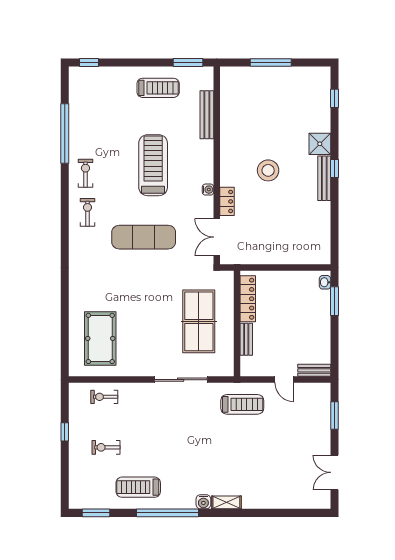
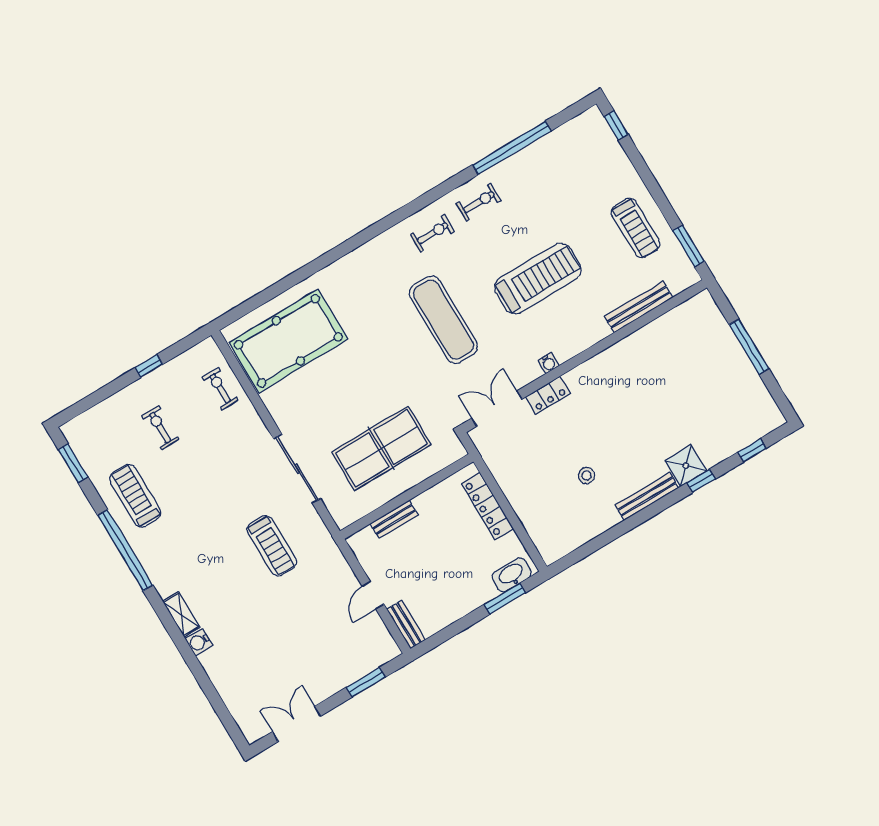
window: (334, 169) -> (701, 481), moved
stool: (268, 170) -> (587, 476), moved, width x0.53, depth x0.53
washbasin: (325, 282) -> (512, 575), width x1.91, depth x1.45
locker: (248, 299) -> (488, 506), moved, turned 90
pool table: (100, 338) -> (288, 341), width x1.36, depth x1.32
treadmill: (242, 404) -> (272, 546), moved
water cooler: (203, 502) -> (199, 642), moved

